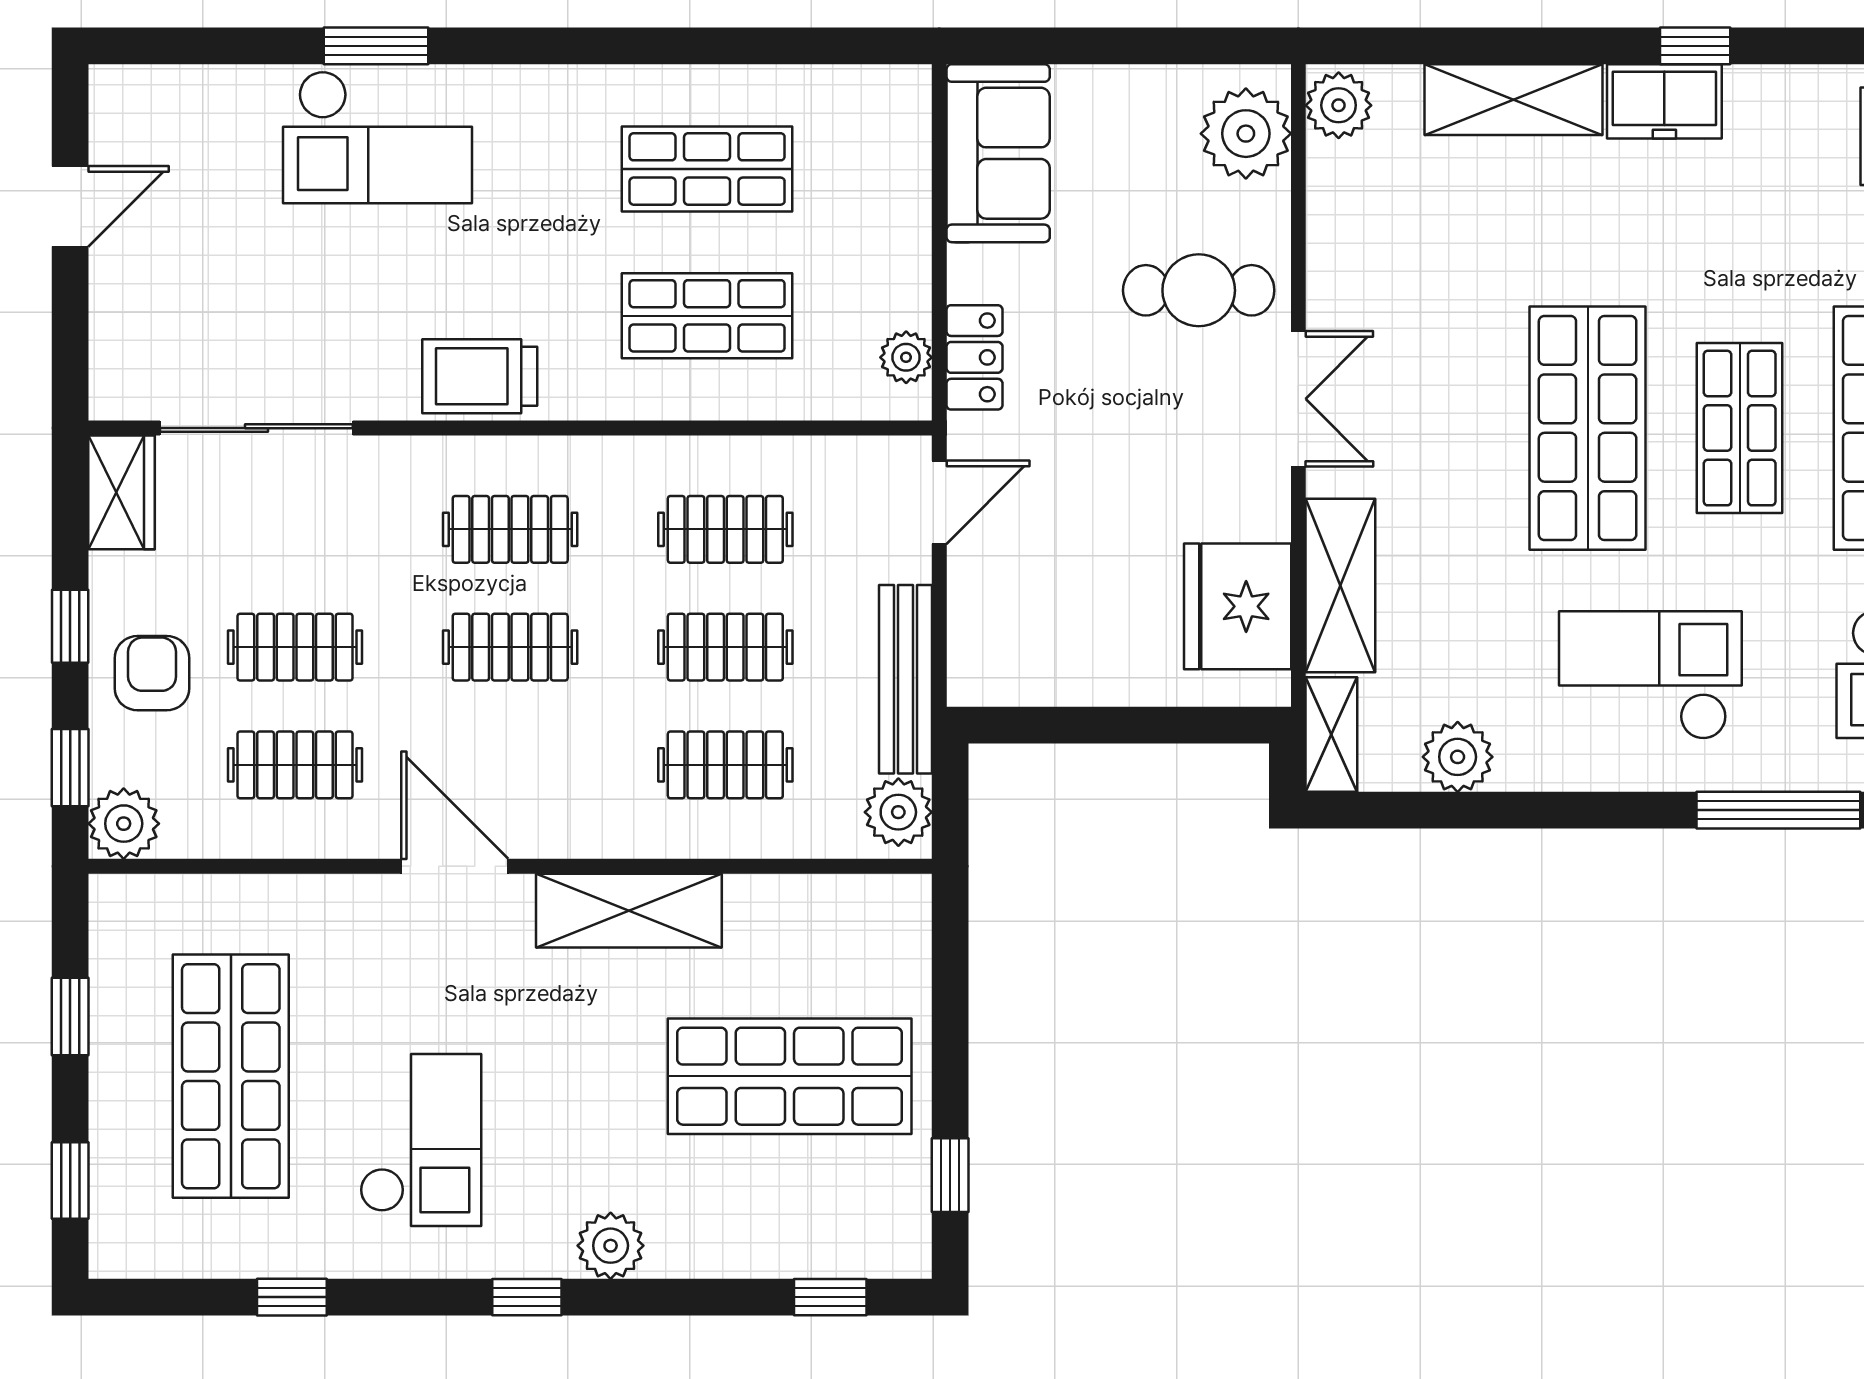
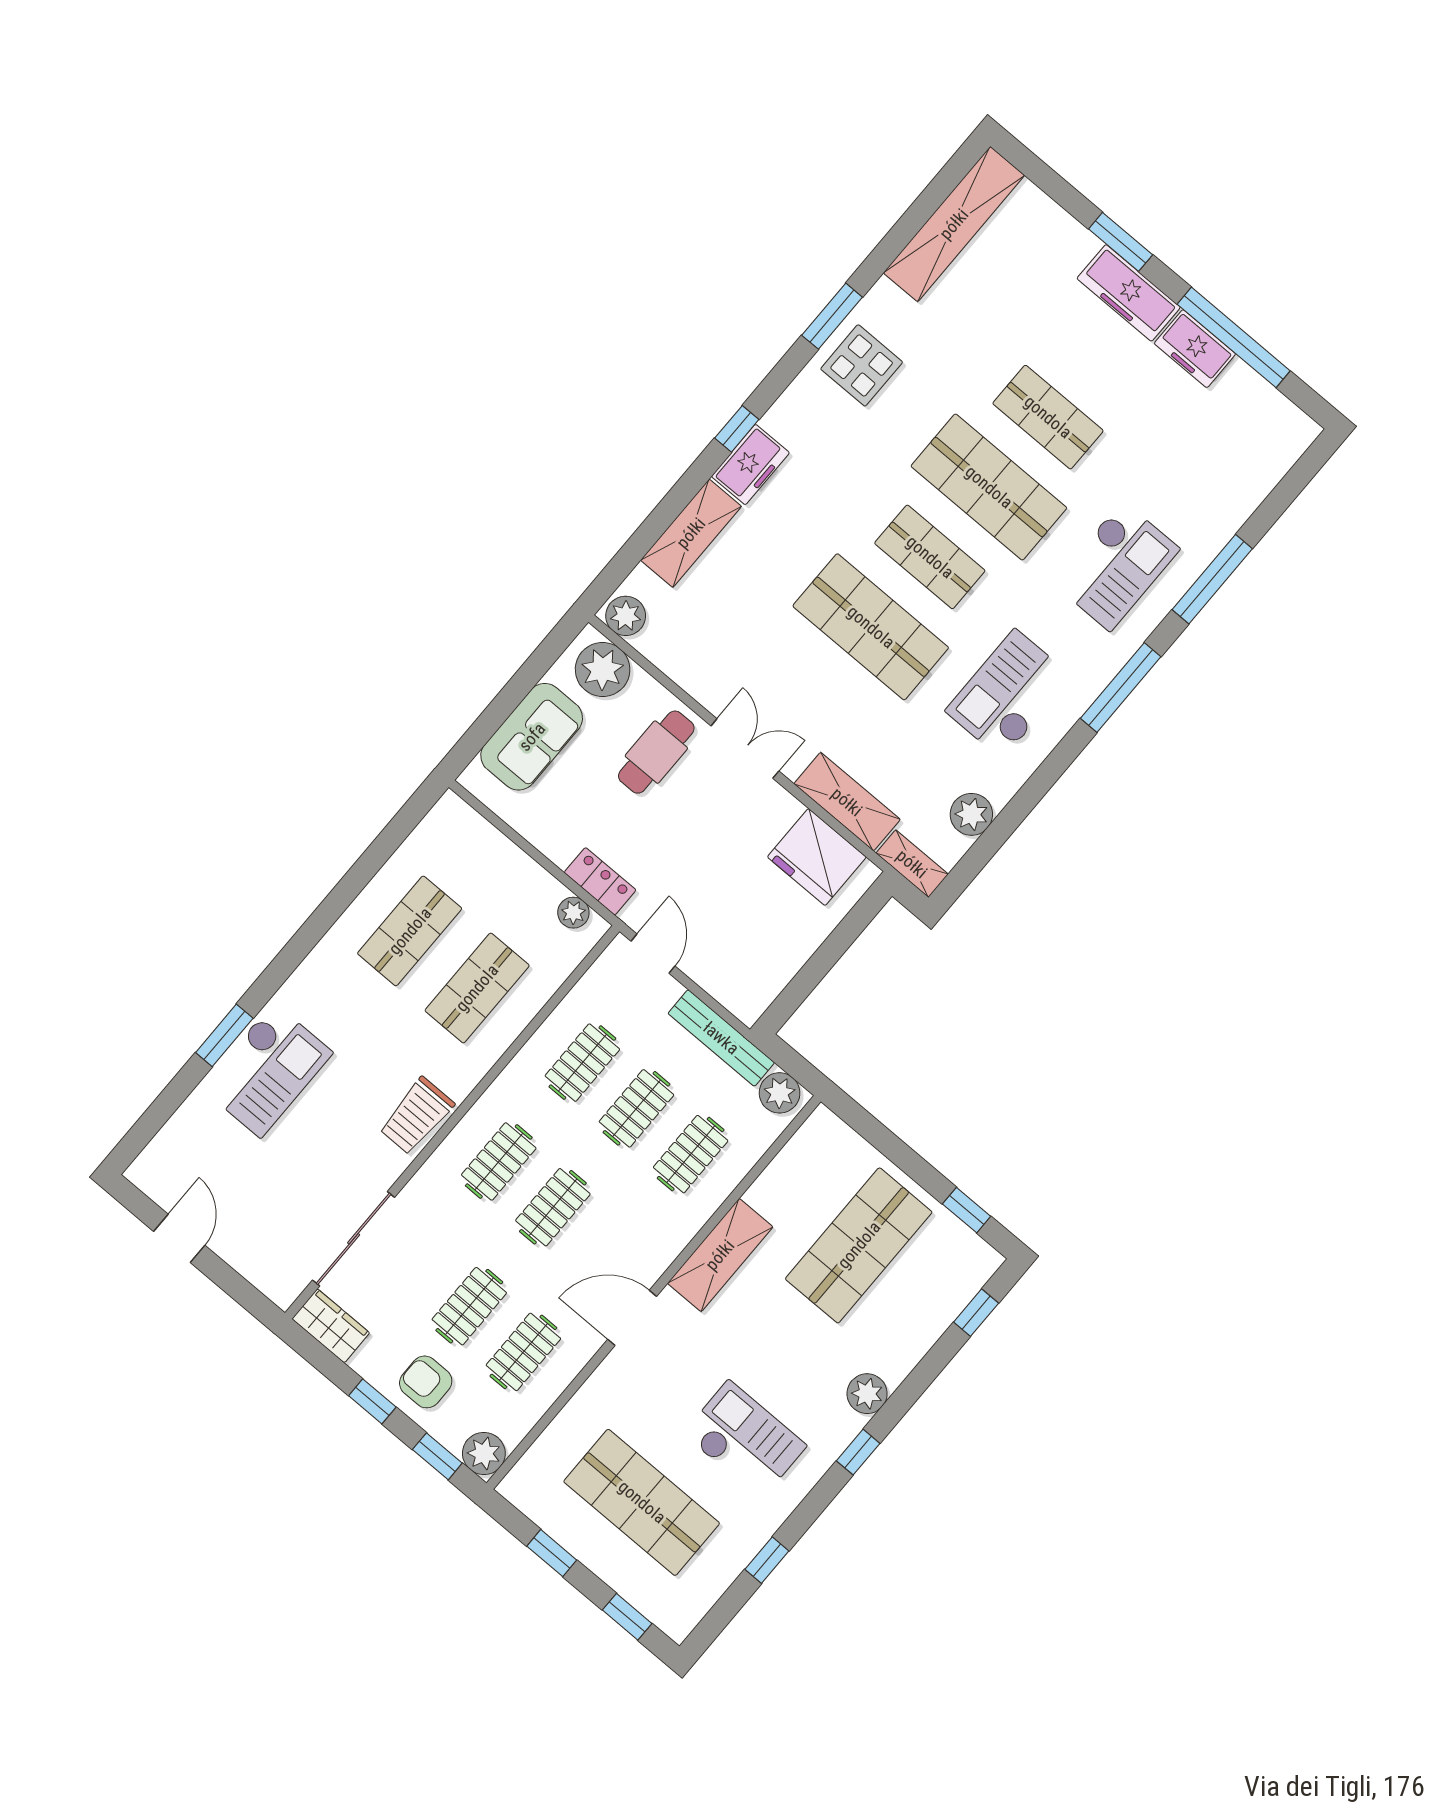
sofa: (998, 153) -> (532, 737), moved, turned 90

